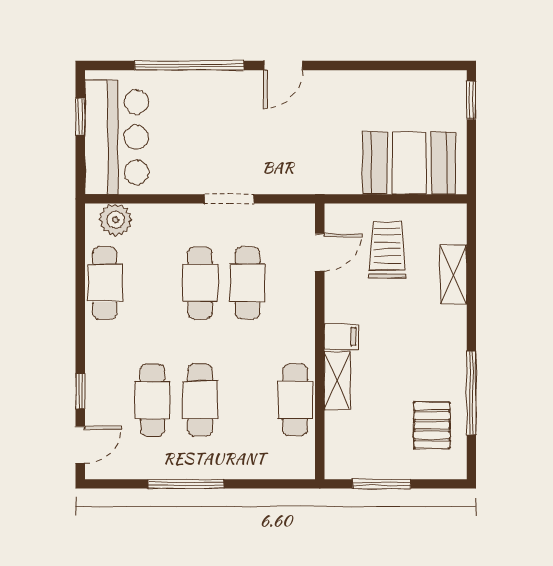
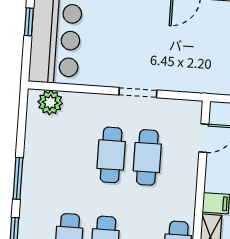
cafe table: (105, 283) -> (39, 150), removed
window: (80, 322) -> (18, 178), added

